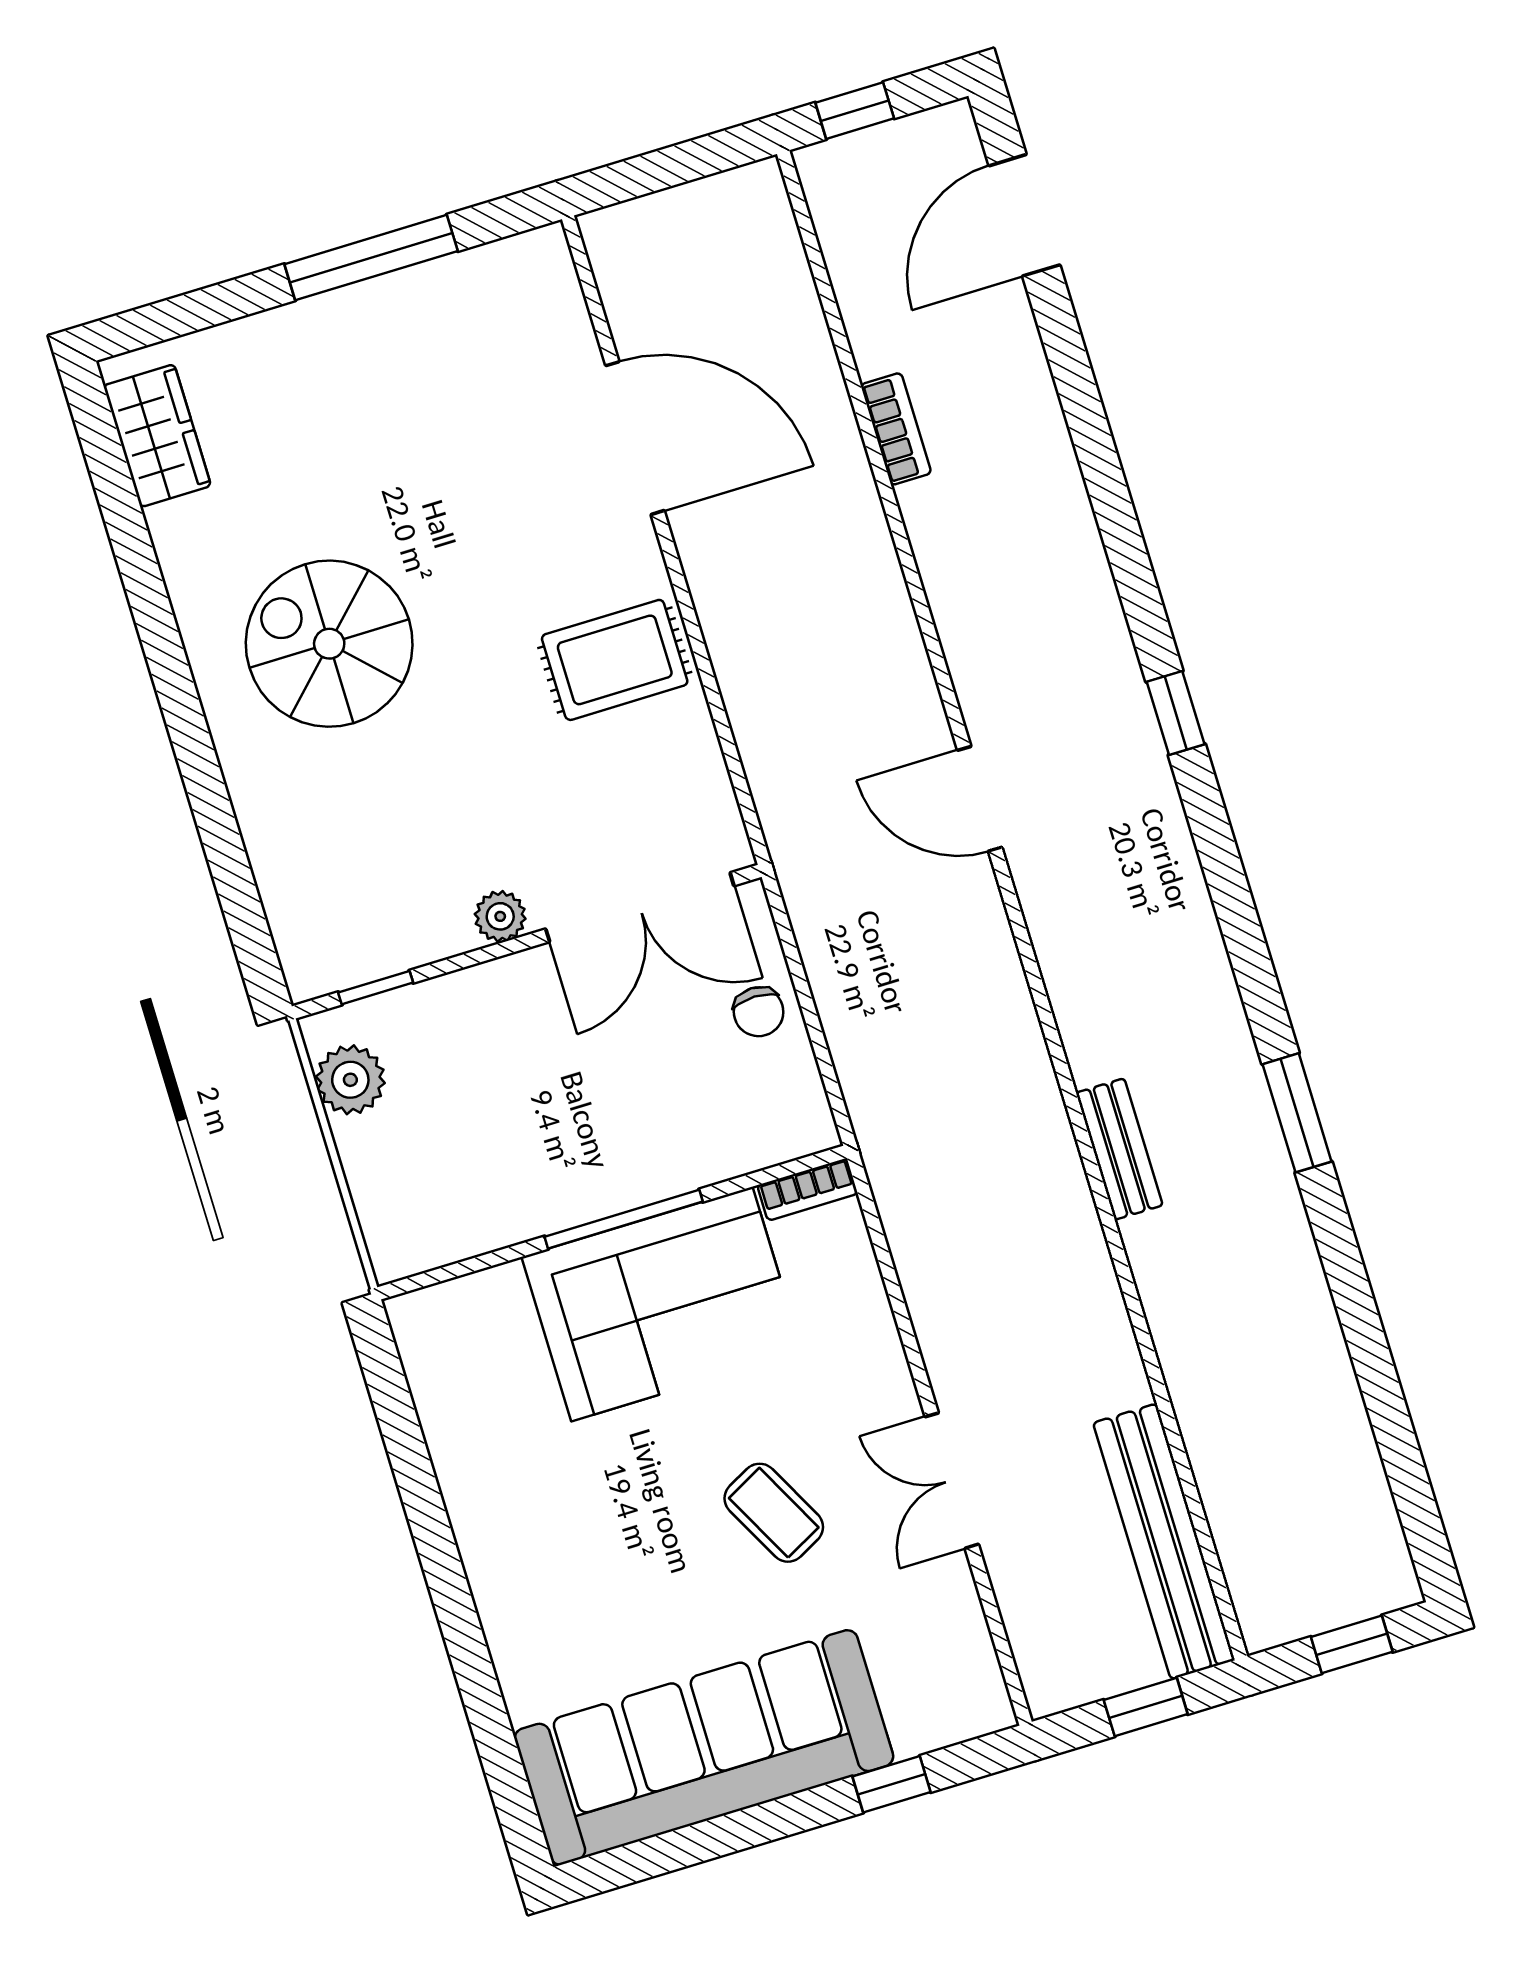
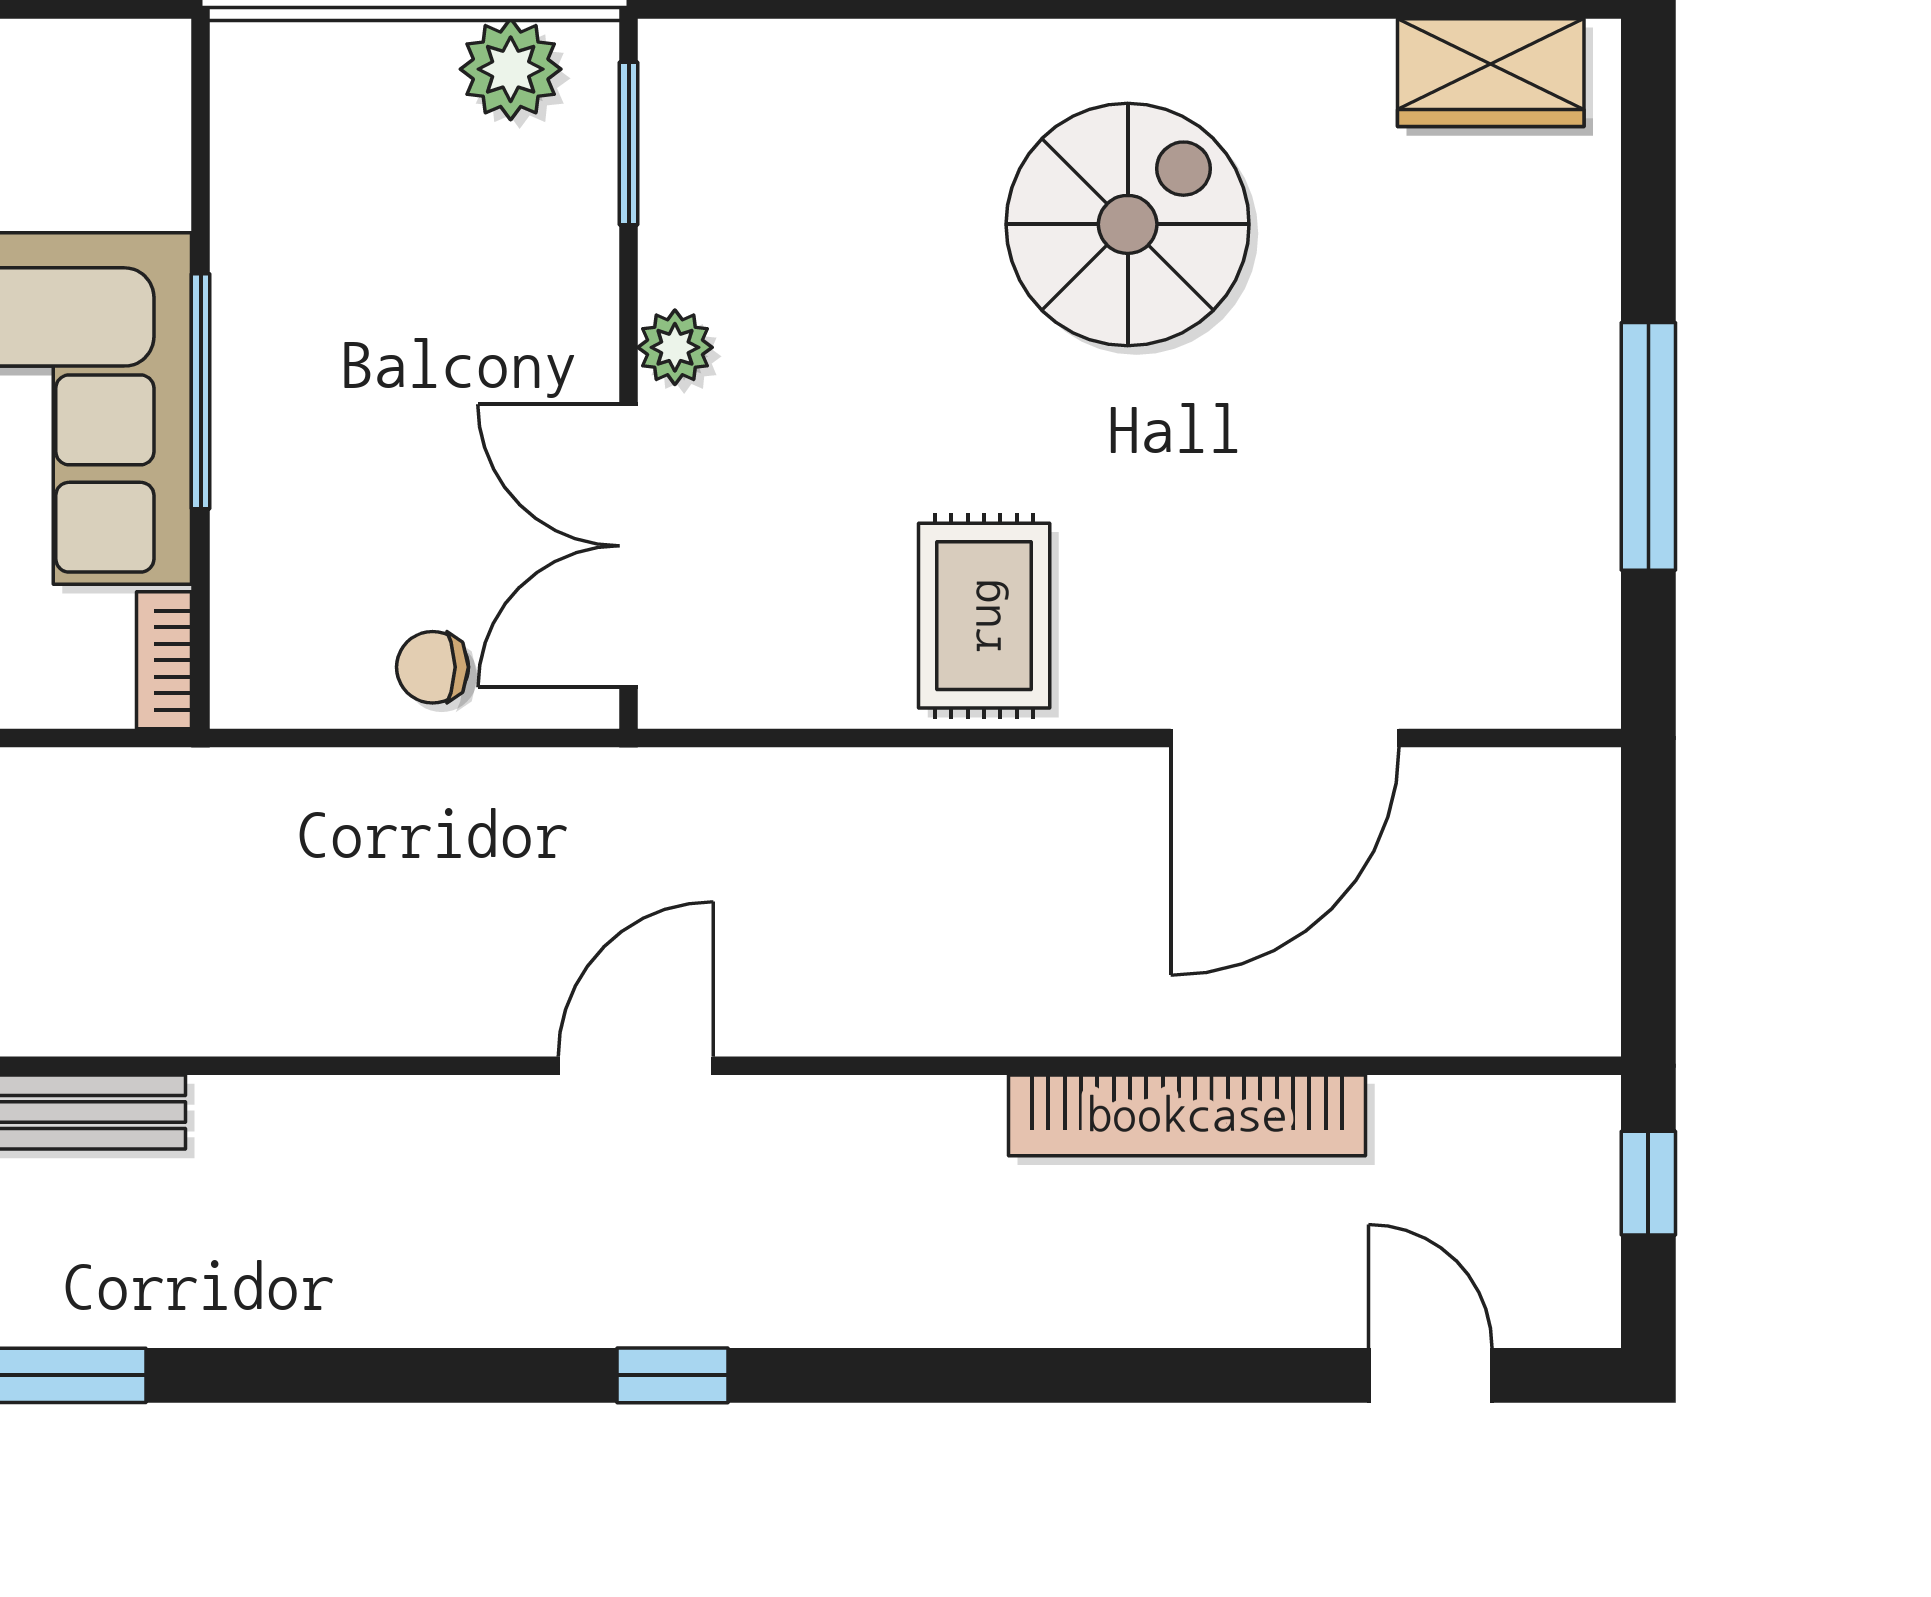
door: (1024, 215) -> (1430, 1375), width x0.73
bookcase: (896, 429) -> (1187, 1115), width x2.31, depth x1.31
window: (376, 988) -> (629, 143), width x1.50

